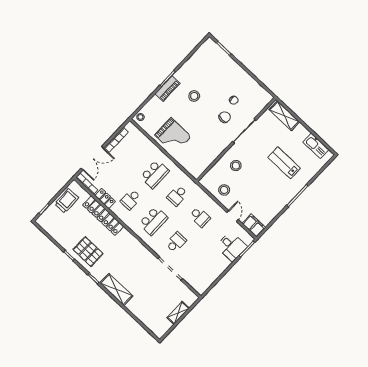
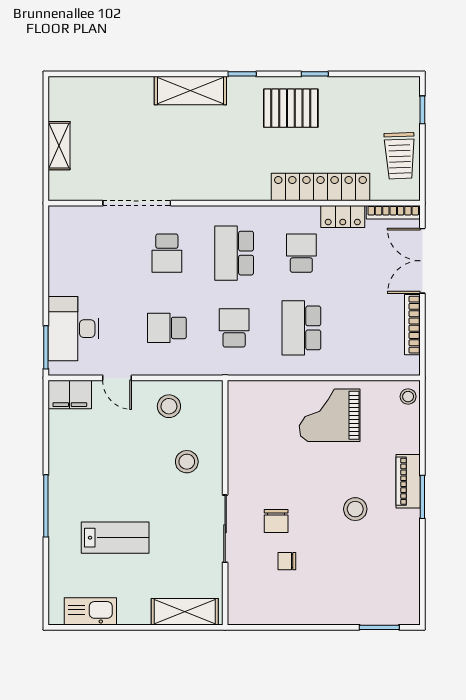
desk: (232, 247) -> (74, 329), width x1.37

